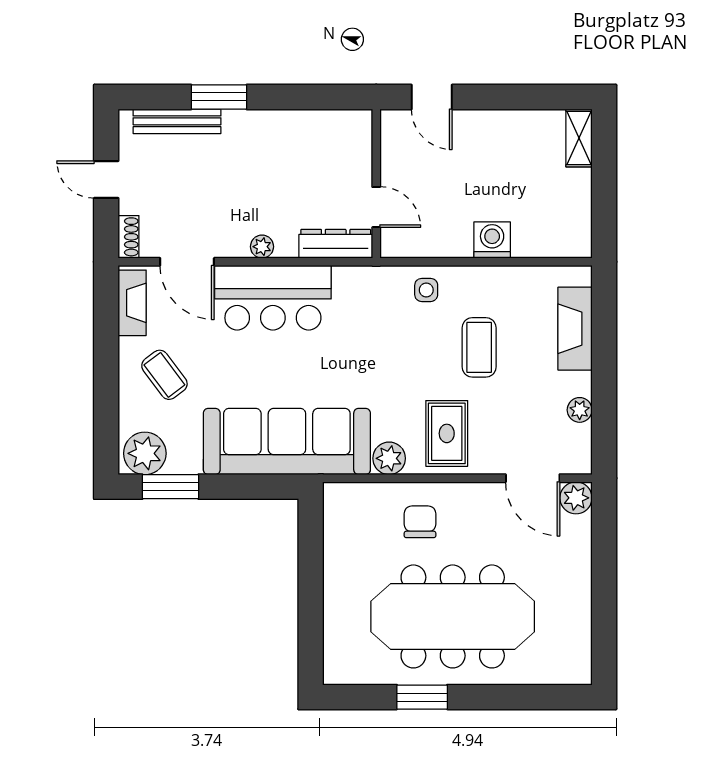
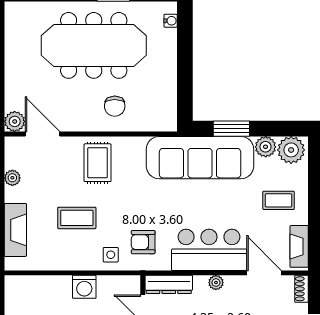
washing machine: (492, 240) -> (84, 287), moved
armchair: (376, 310) -> (143, 242), added
coffee table: (479, 347) -> (77, 218), turned 90
coffee table: (164, 375) -> (279, 200), turned -53
plant: (389, 458) -> (266, 147), moved
window: (170, 487) -> (231, 129), moved
water cooler: (333, 655) -> (171, 21), added

